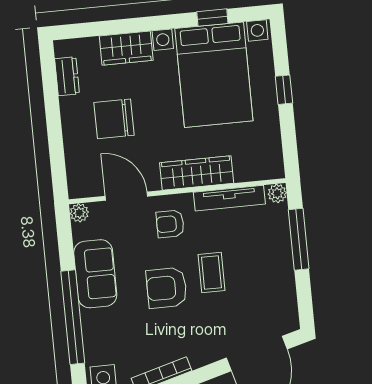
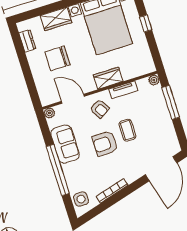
wardrobe: (197, 173) -> (108, 78), width x0.67
tv unit: (229, 198) -> (123, 90), width x0.71
armchair: (170, 224) -> (100, 109), turned -121

